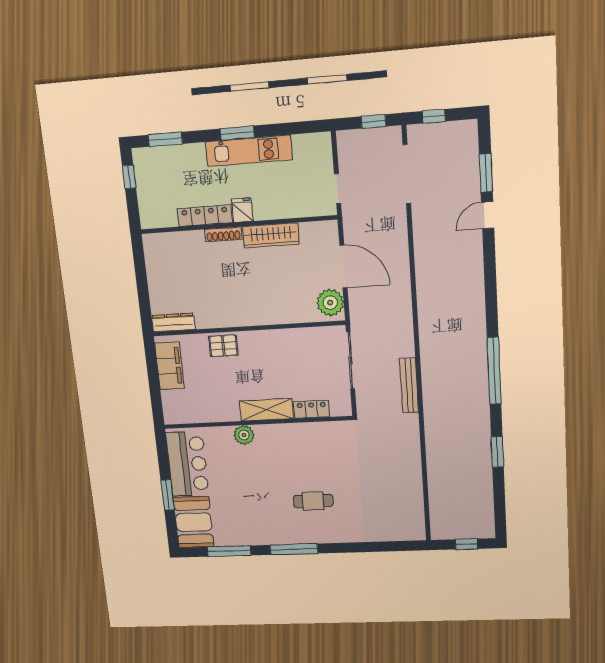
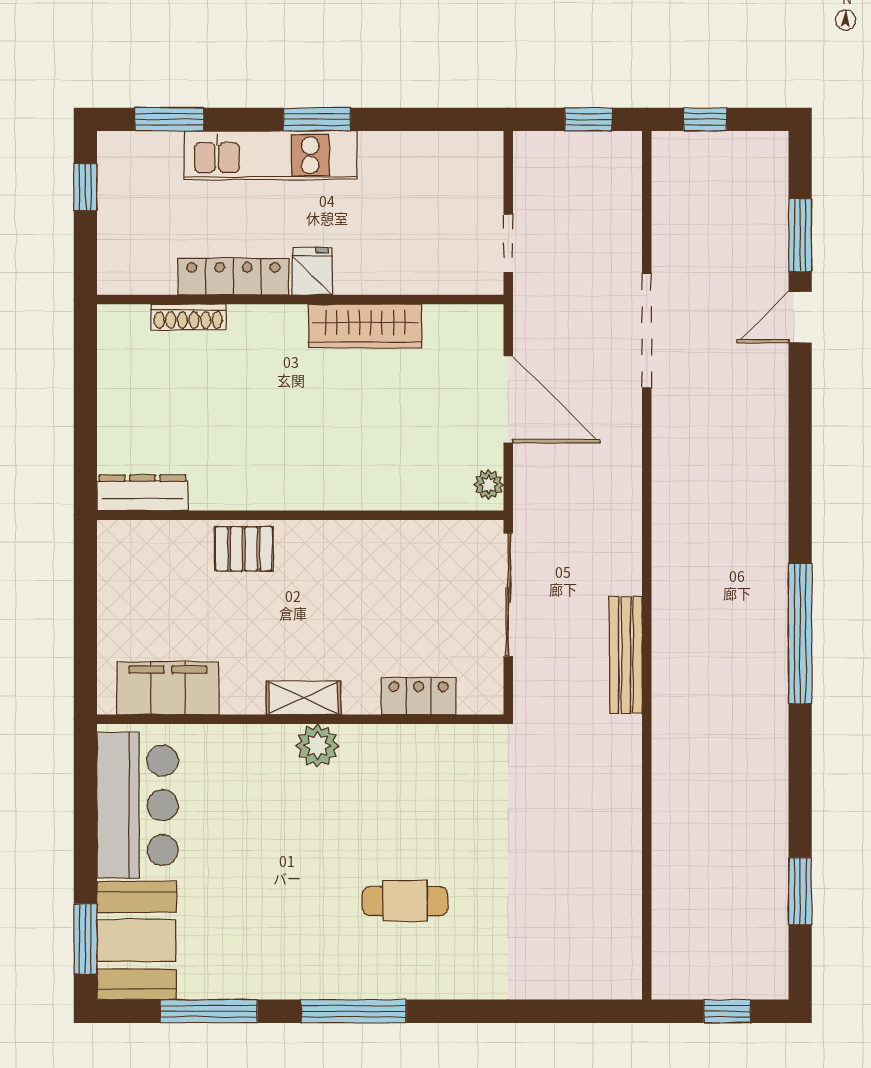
kitchen unit: (249, 151) -> (270, 155), moved
doorway: (407, 174) -> (647, 331), moved
shoe rack: (223, 234) -> (188, 317), moved
plant: (330, 303) -> (489, 485), width x0.53, depth x0.53
filing cabinet: (170, 366) -> (168, 688), moved, turned -90
shelving: (266, 410) -> (303, 698), width x0.67, depth x0.75
plant: (244, 435) -> (317, 746), moved
window: (497, 452) -> (800, 891), moved
window: (168, 495) -> (85, 939), moved

